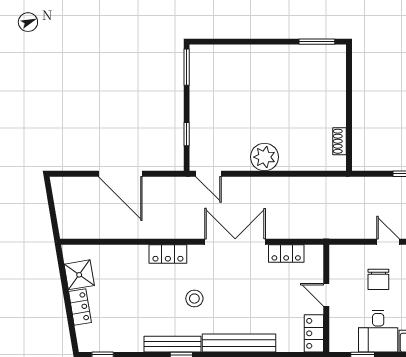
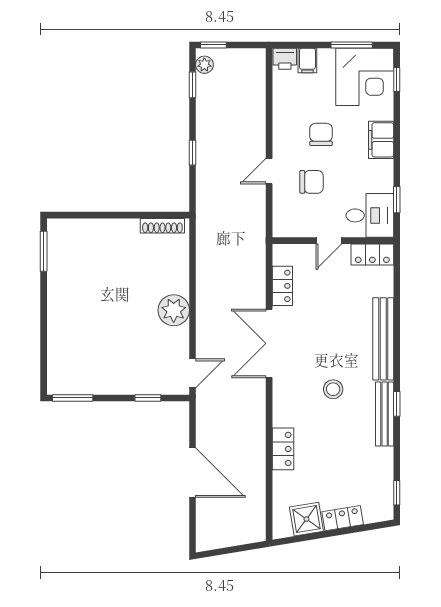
shoe rack: (339, 141) -> (162, 226), width x1.43
door: (120, 174) -> (193, 473), hinge flipped
locker: (168, 254) -> (283, 449), moved
desk: (378, 331) -> (370, 215), moved

